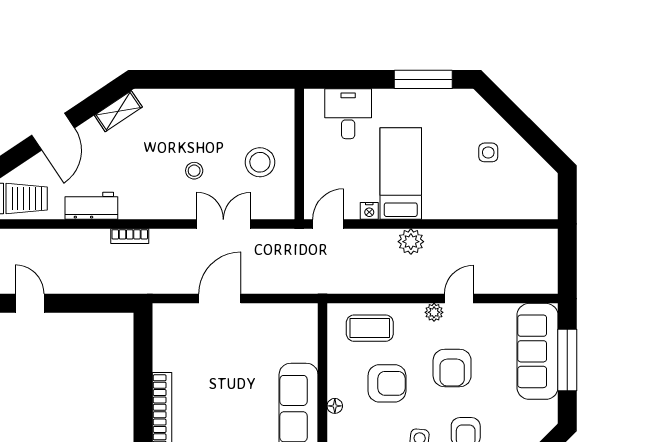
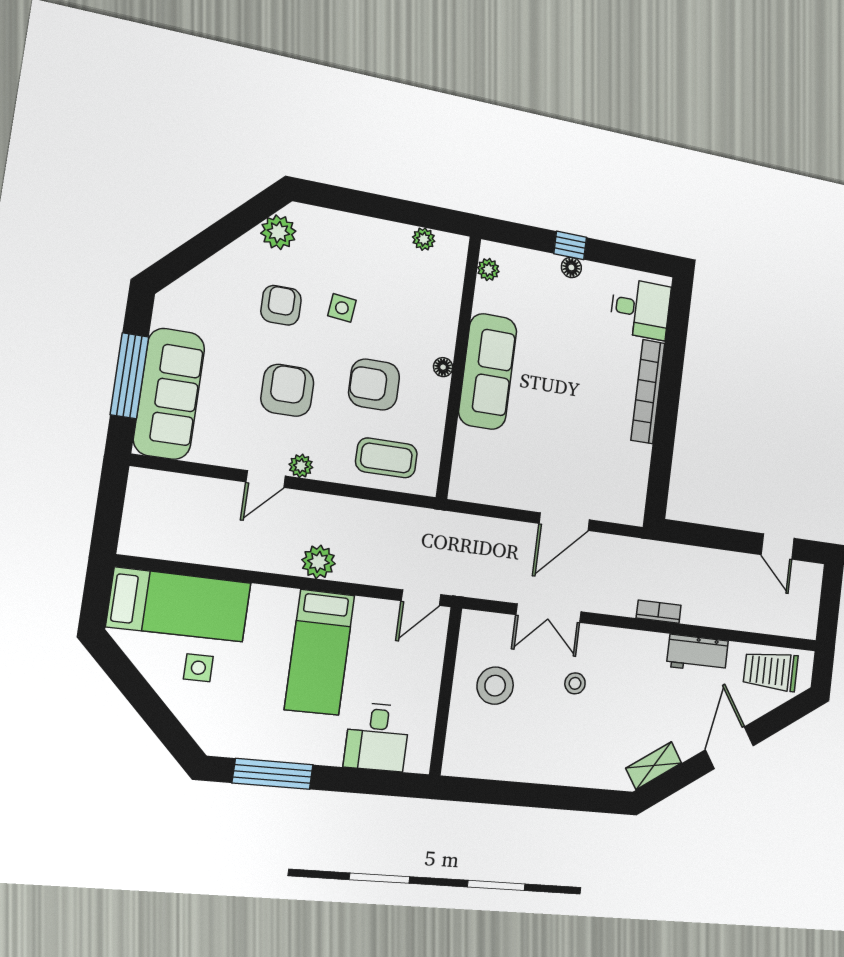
bed: (509, 197) -> (179, 605), added
nightstand: (369, 211) -> (367, 608), removed

